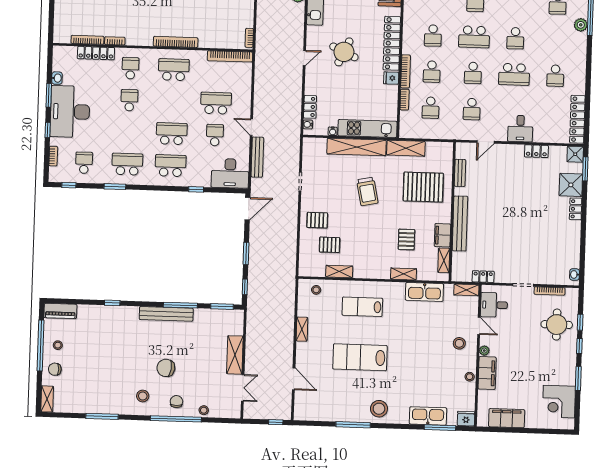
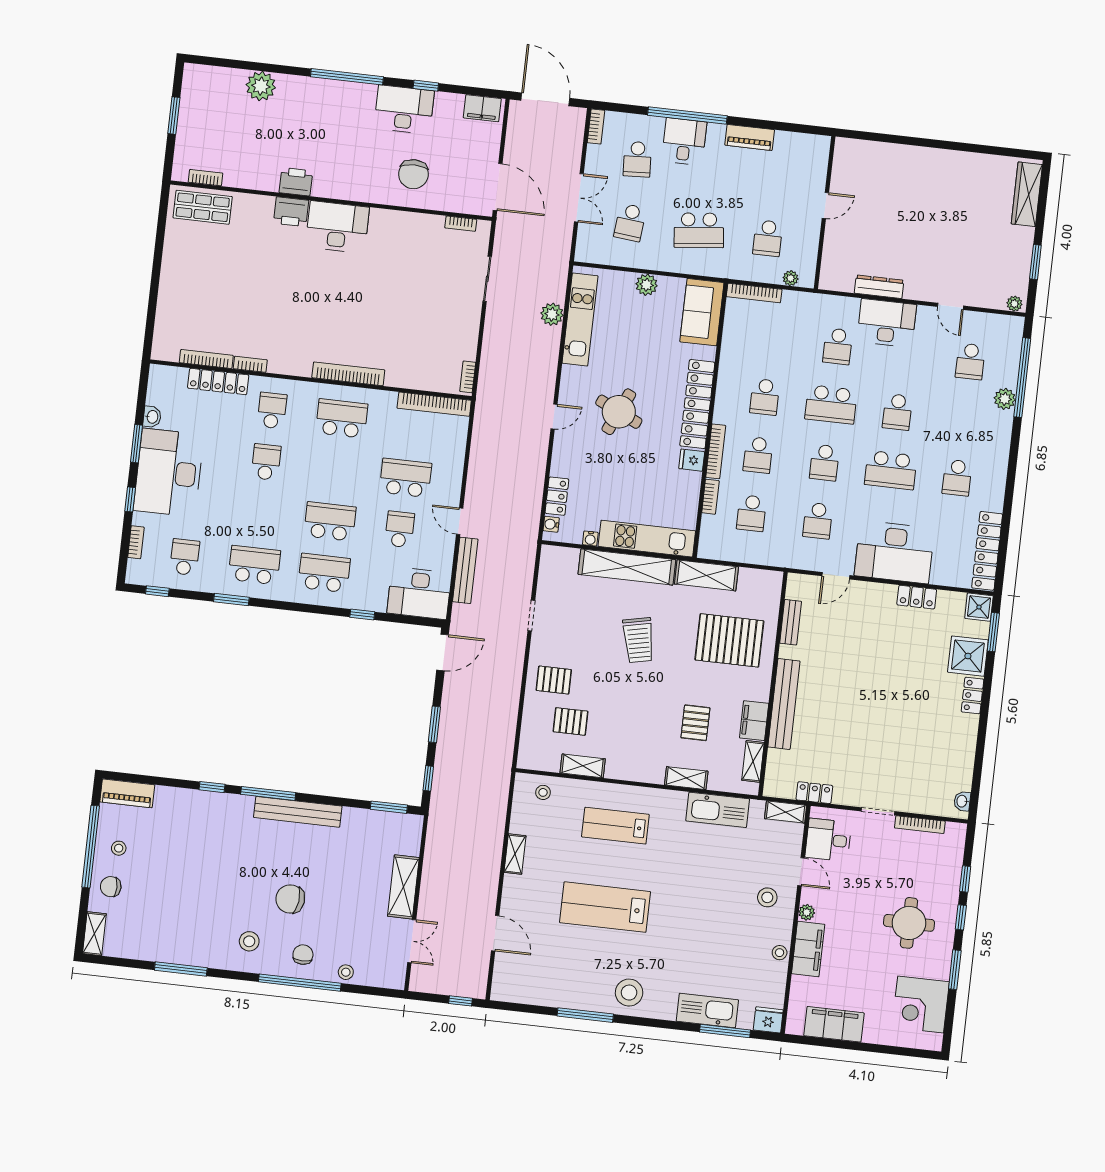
desk: (520, 129) -> (894, 552), width x1.87, depth x1.30
window: (180, 305) -> (268, 793), moved
round table: (557, 325) -> (909, 923), moved

